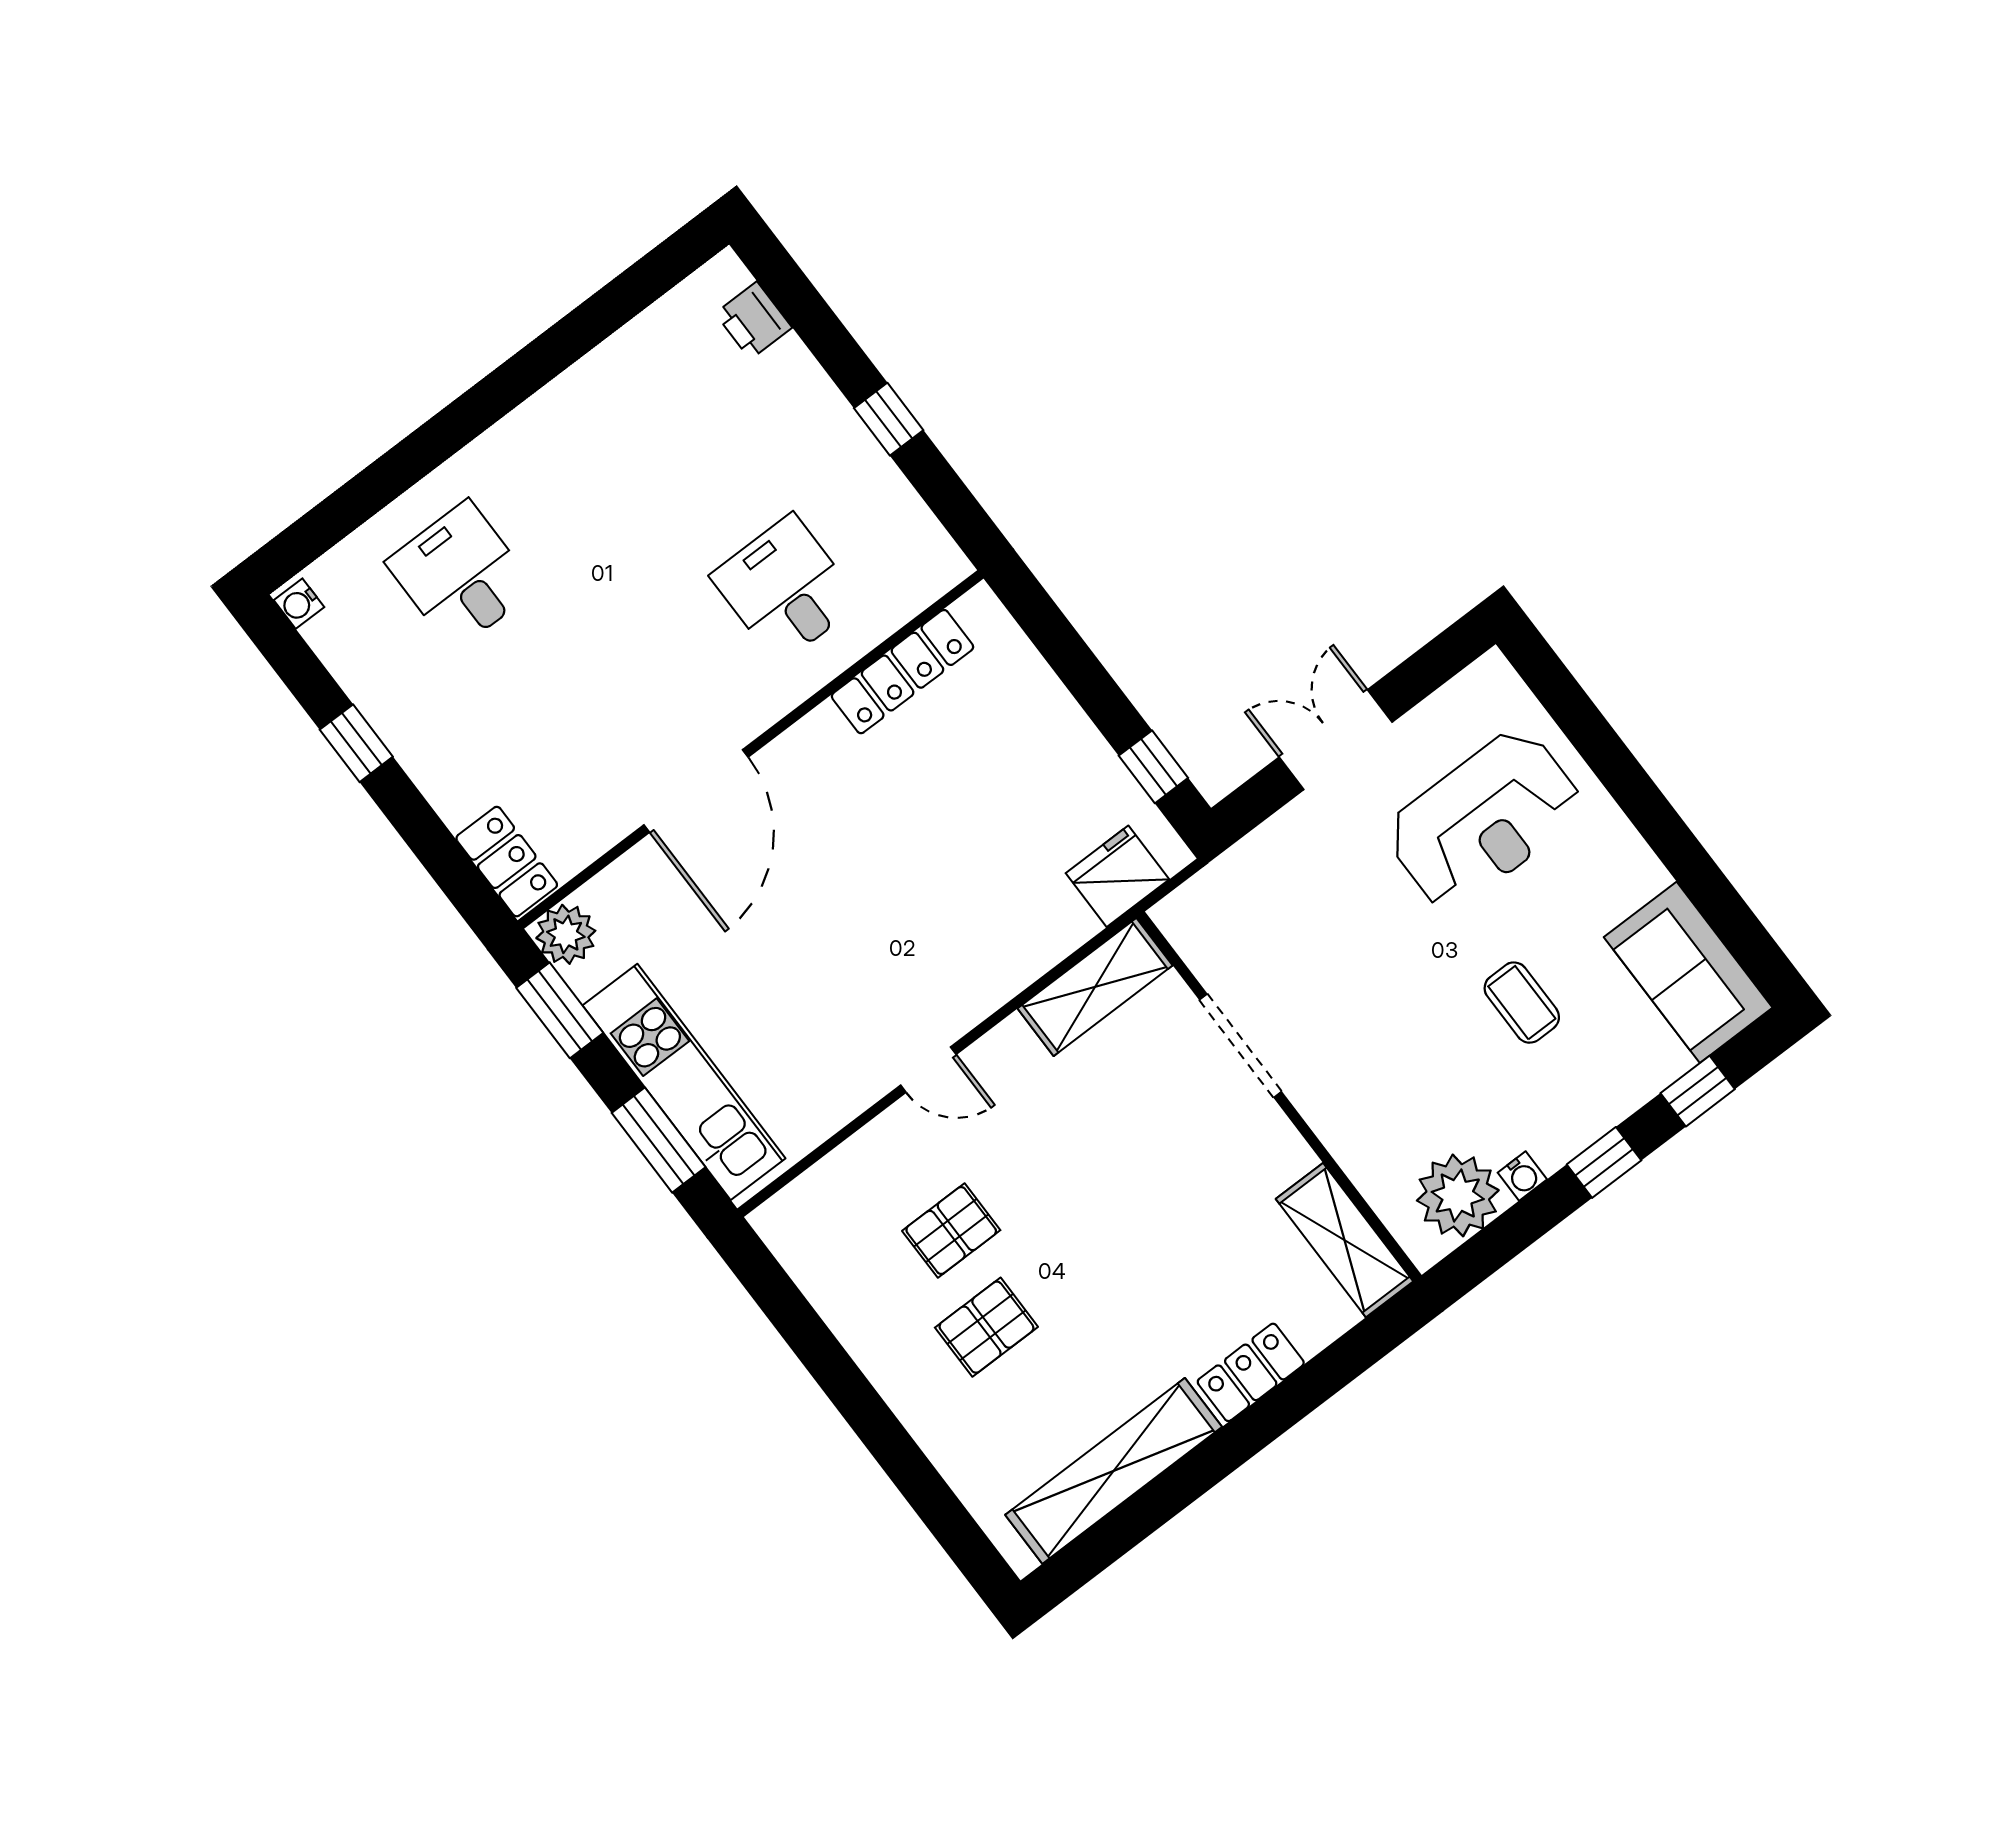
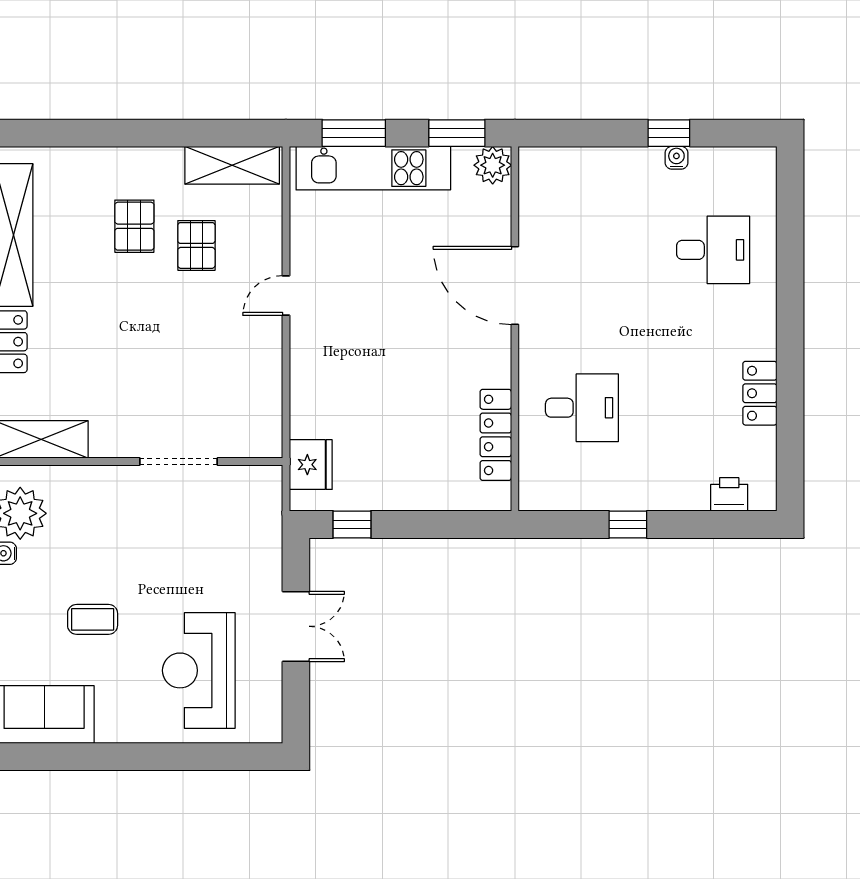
water cooler: (299, 604) -> (676, 158), moved
locker: (507, 862) -> (760, 393), moved, turned 90
shelving: (1095, 987) -> (232, 165), moved, turned 90

